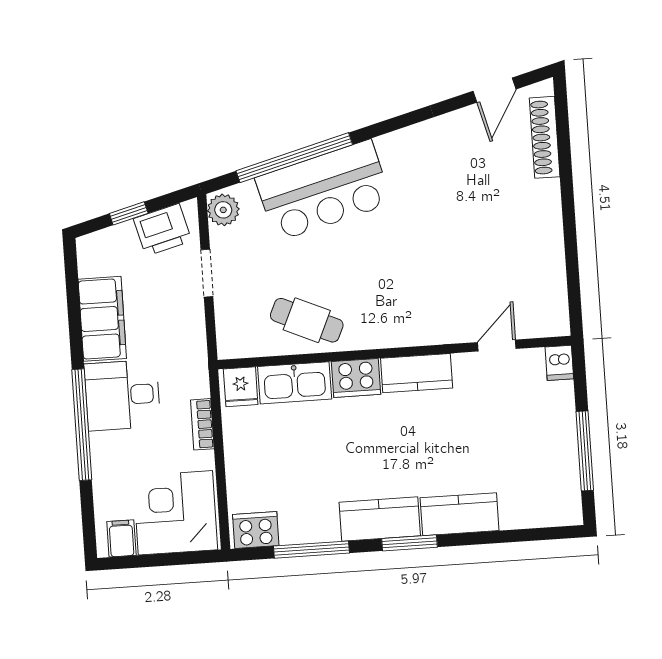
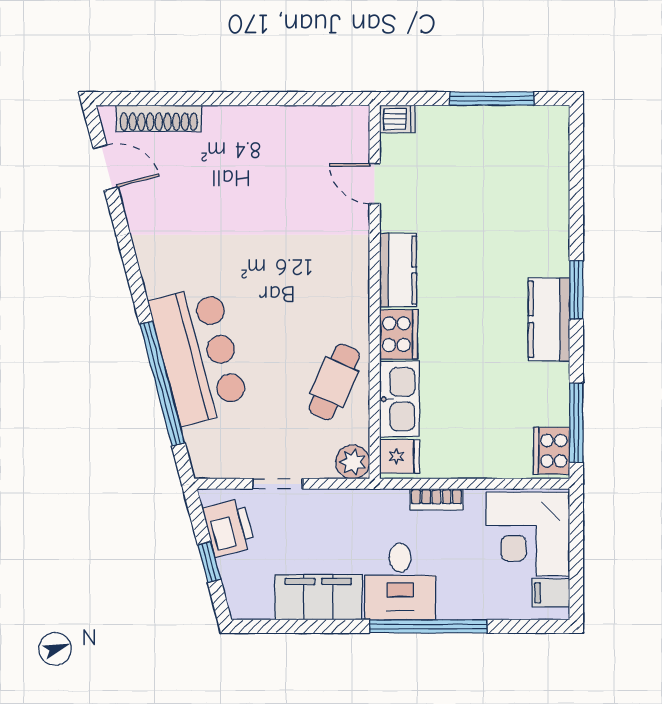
plant: (223, 210) -> (353, 462), moved
kitchen counter: (460, 514) -> (550, 235), removed
window: (311, 550) -> (576, 423), moved

